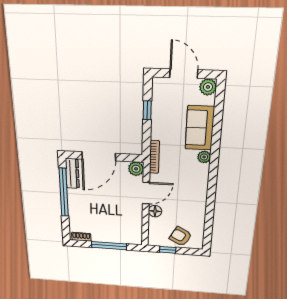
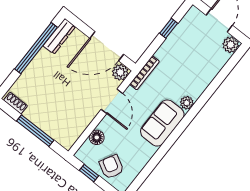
sofa: (200, 128) -> (162, 123), moved
door: (99, 156) -> (107, 46), moved
door: (146, 193) -> (112, 101), hinge flipped
floor lamp: (155, 211) -> (97, 137), moved

